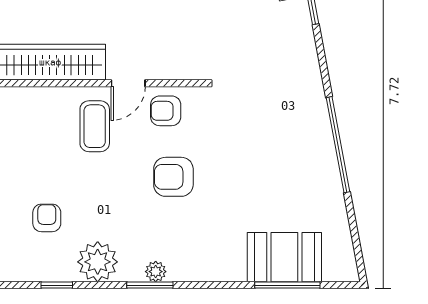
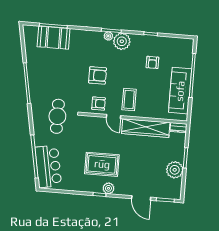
cafe table: (260, 73) -> (57, 116), added
door: (128, 83) -> (113, 116), swing flipped
plant: (98, 262) -> (122, 41), moved

